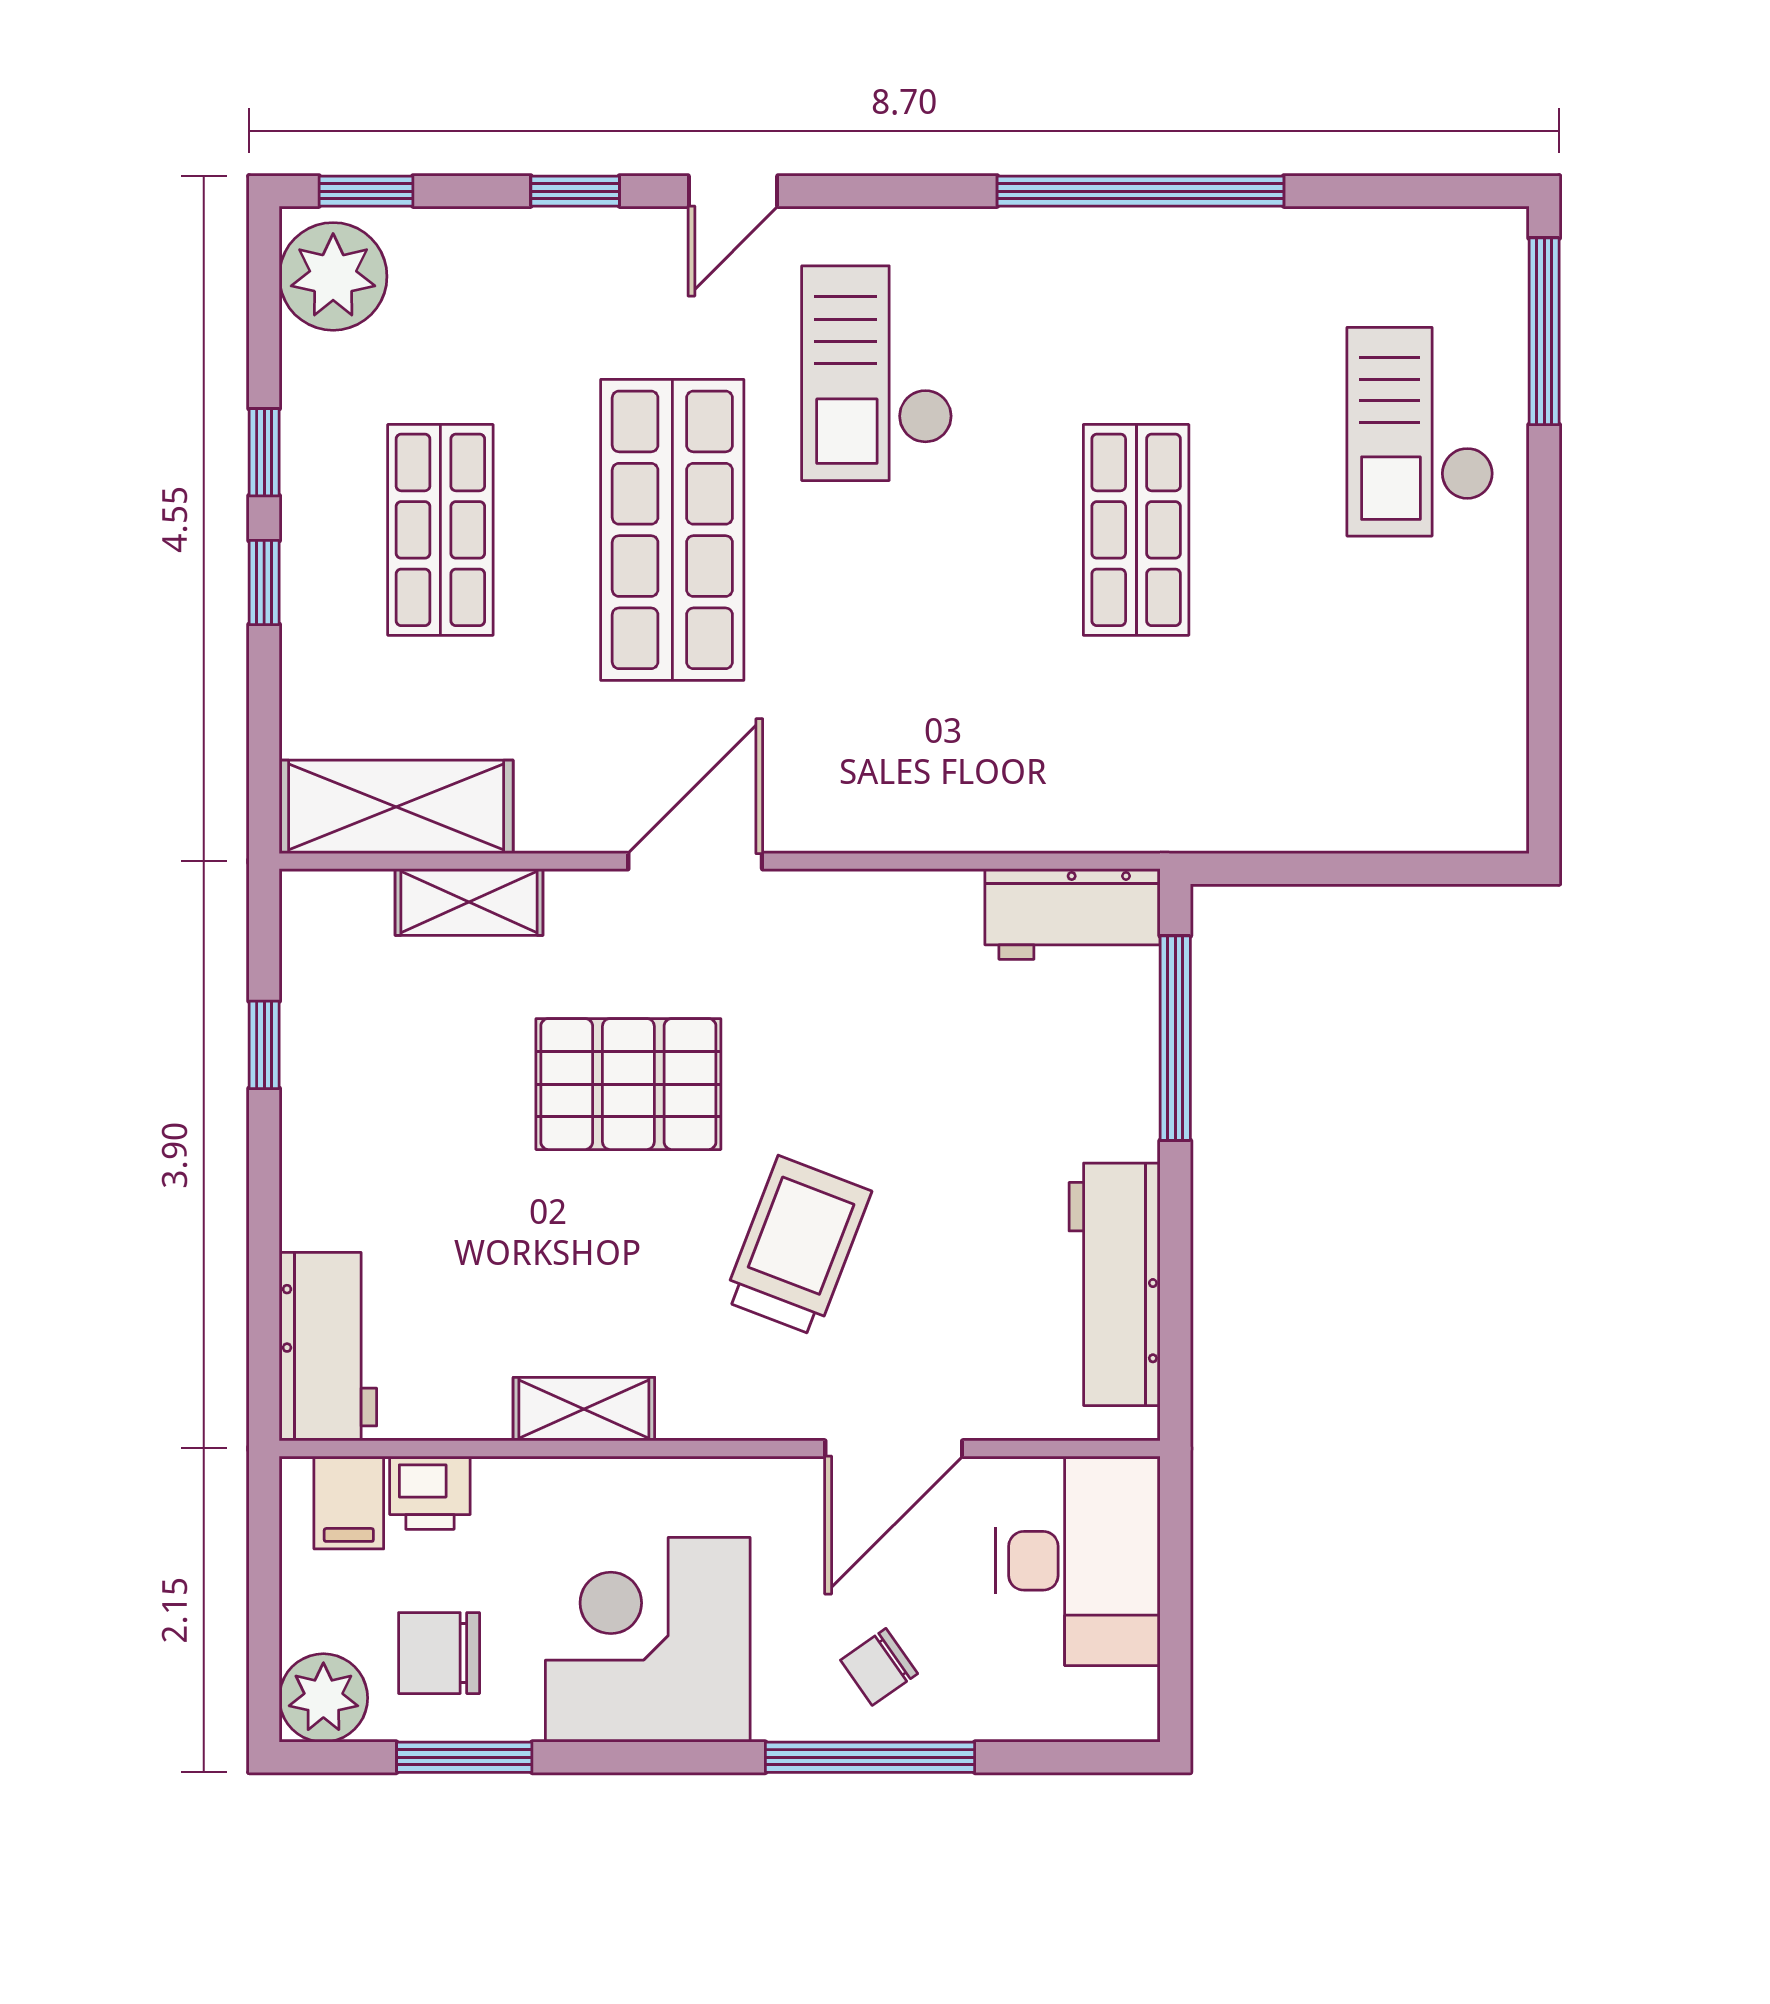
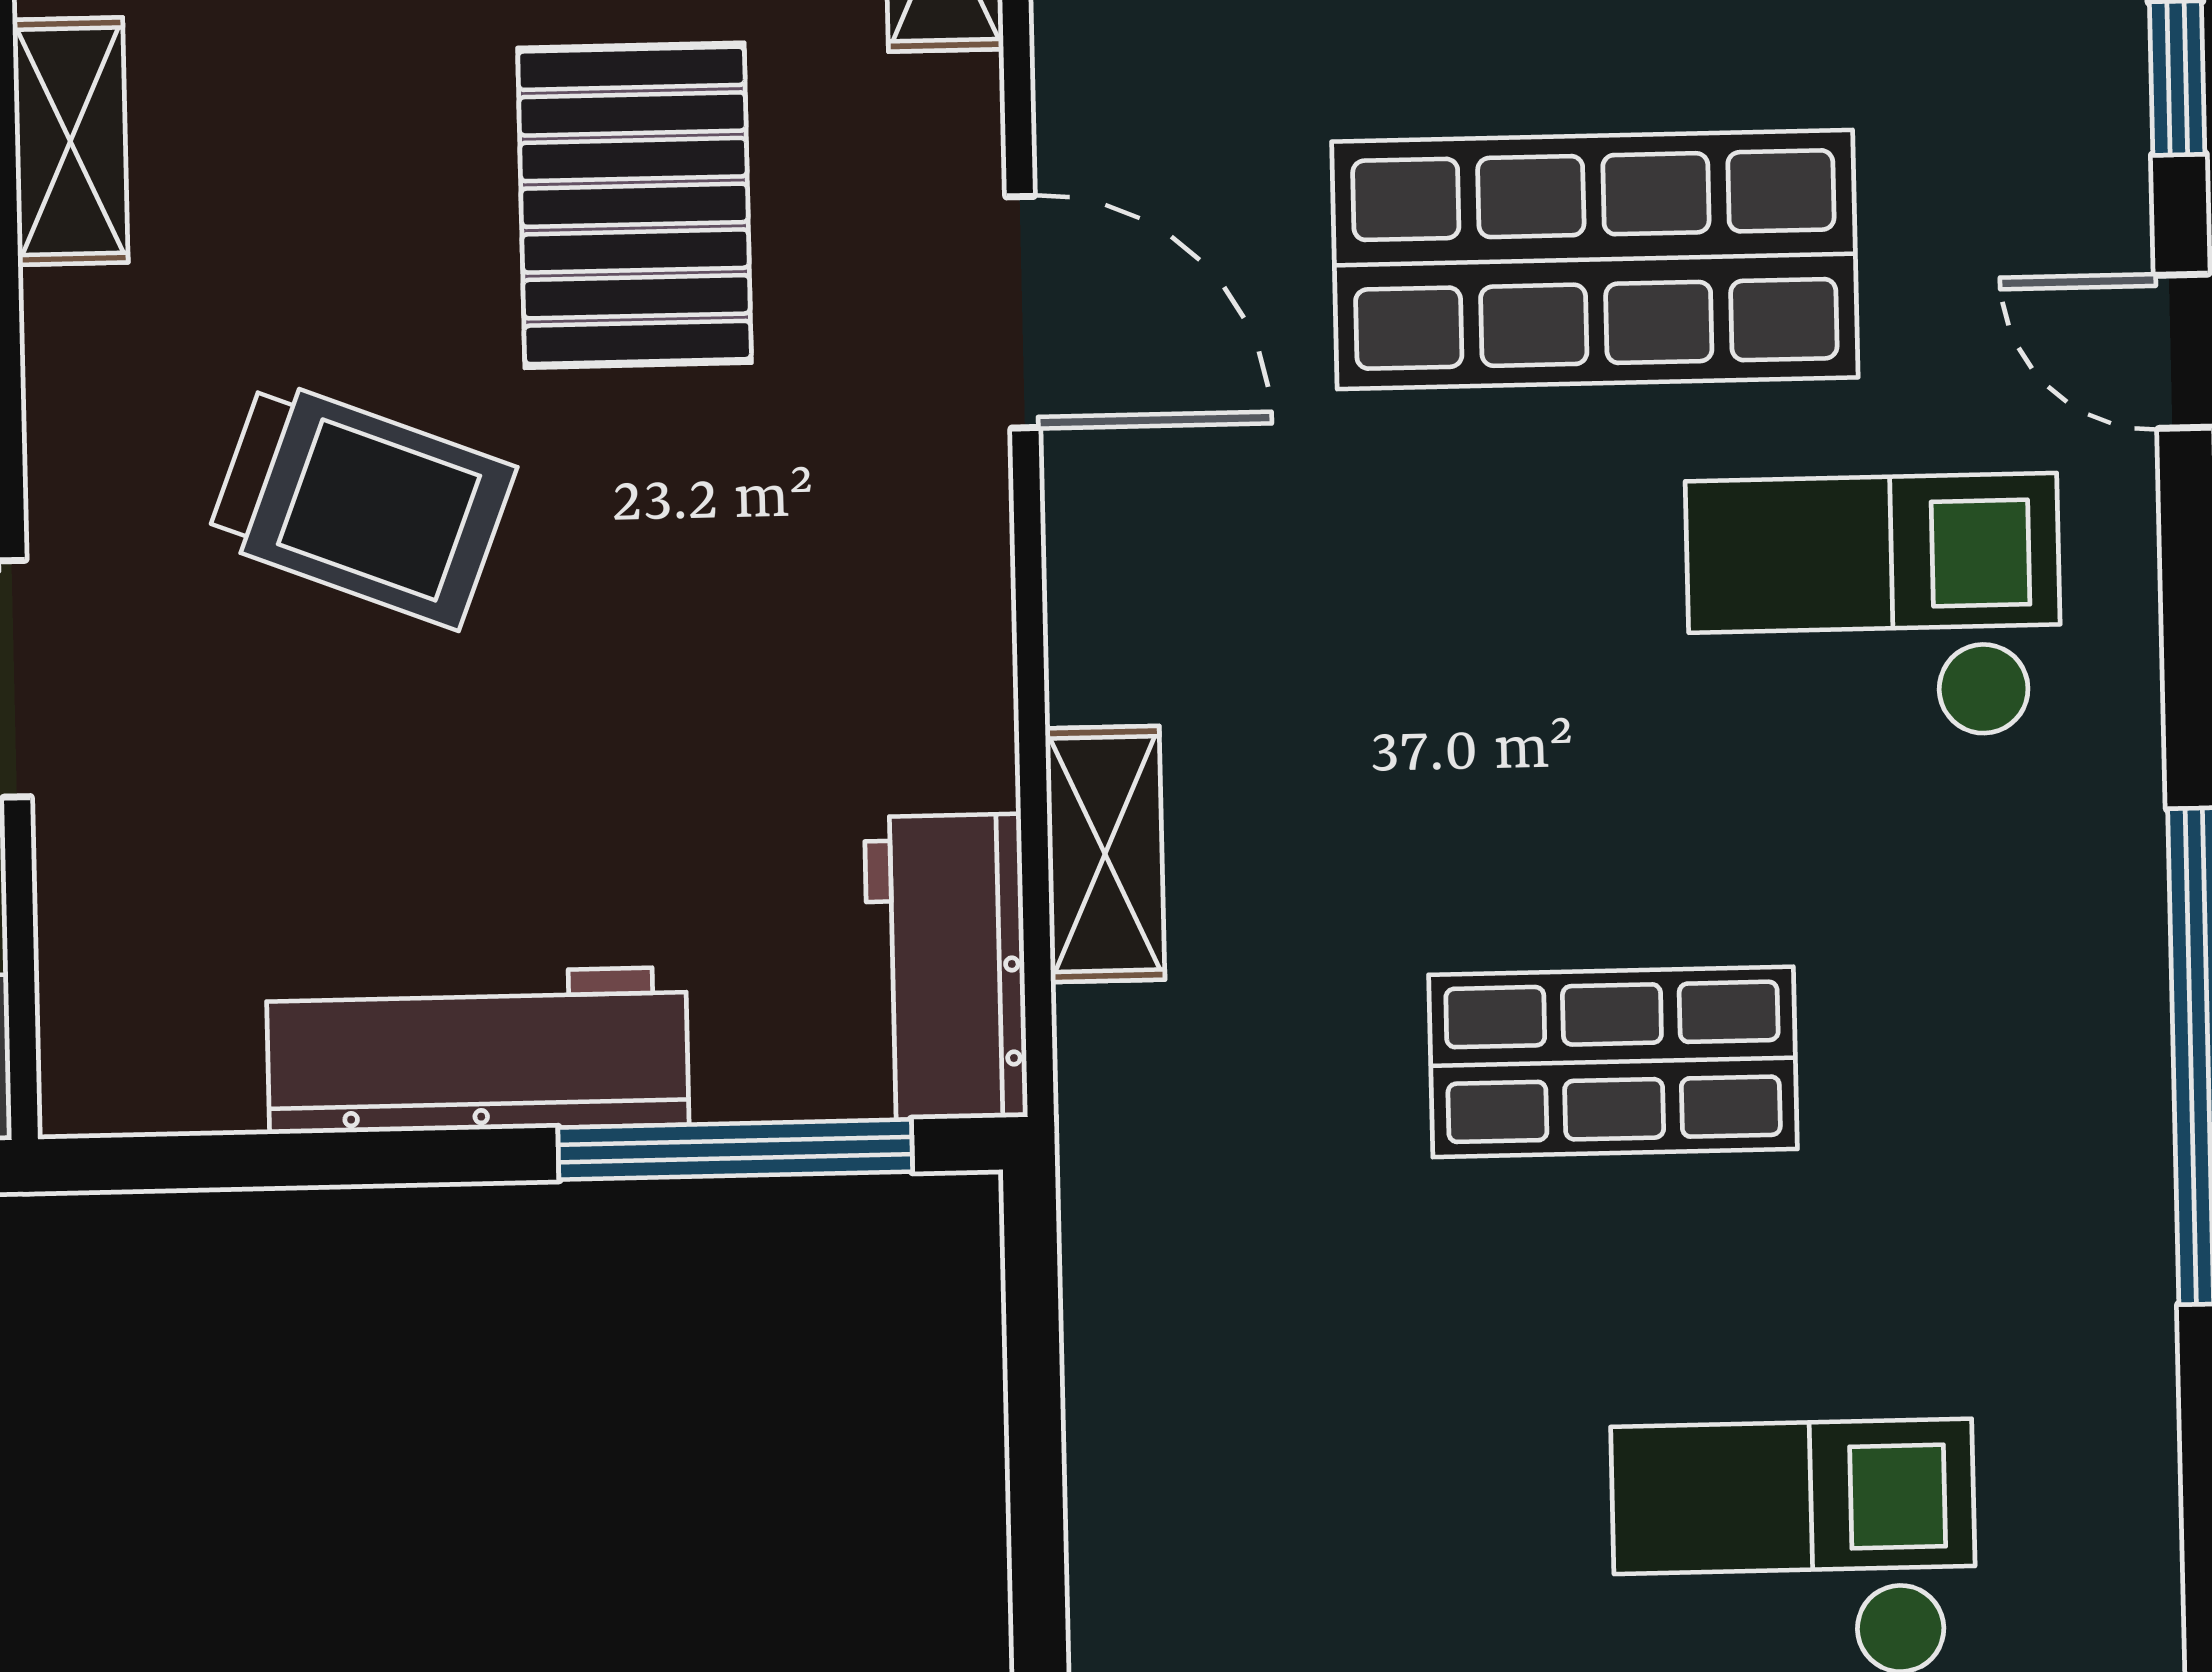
shelving: (1009, 821) -> (1105, 854), added
workbench: (1115, 1284) -> (478, 1050), moved

